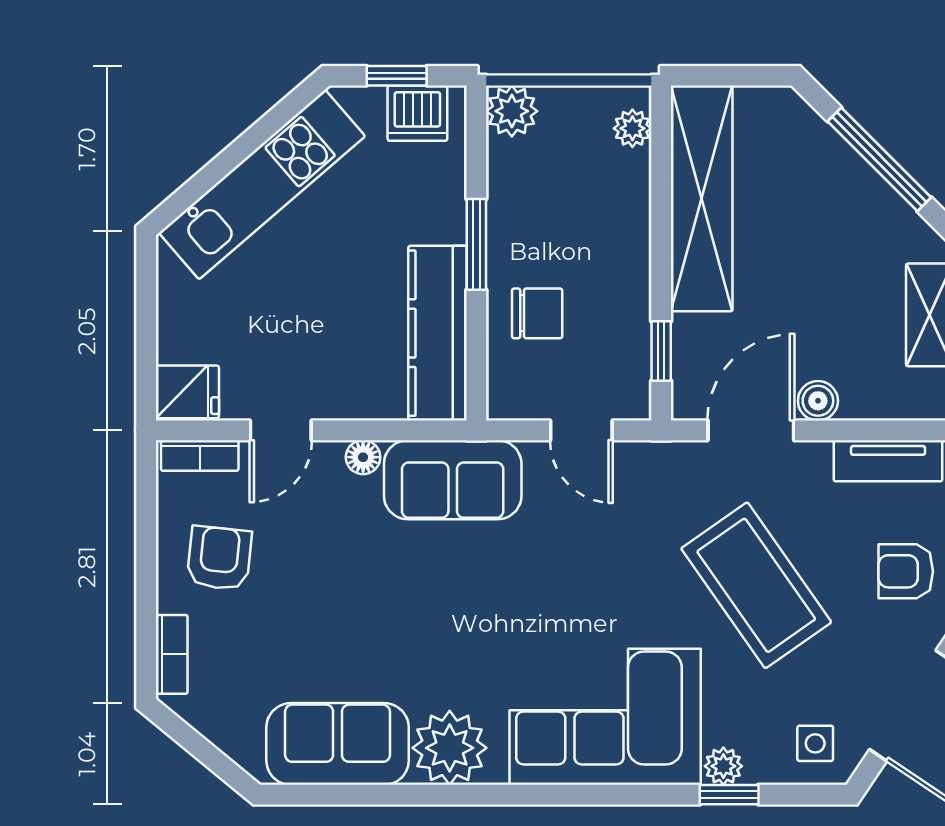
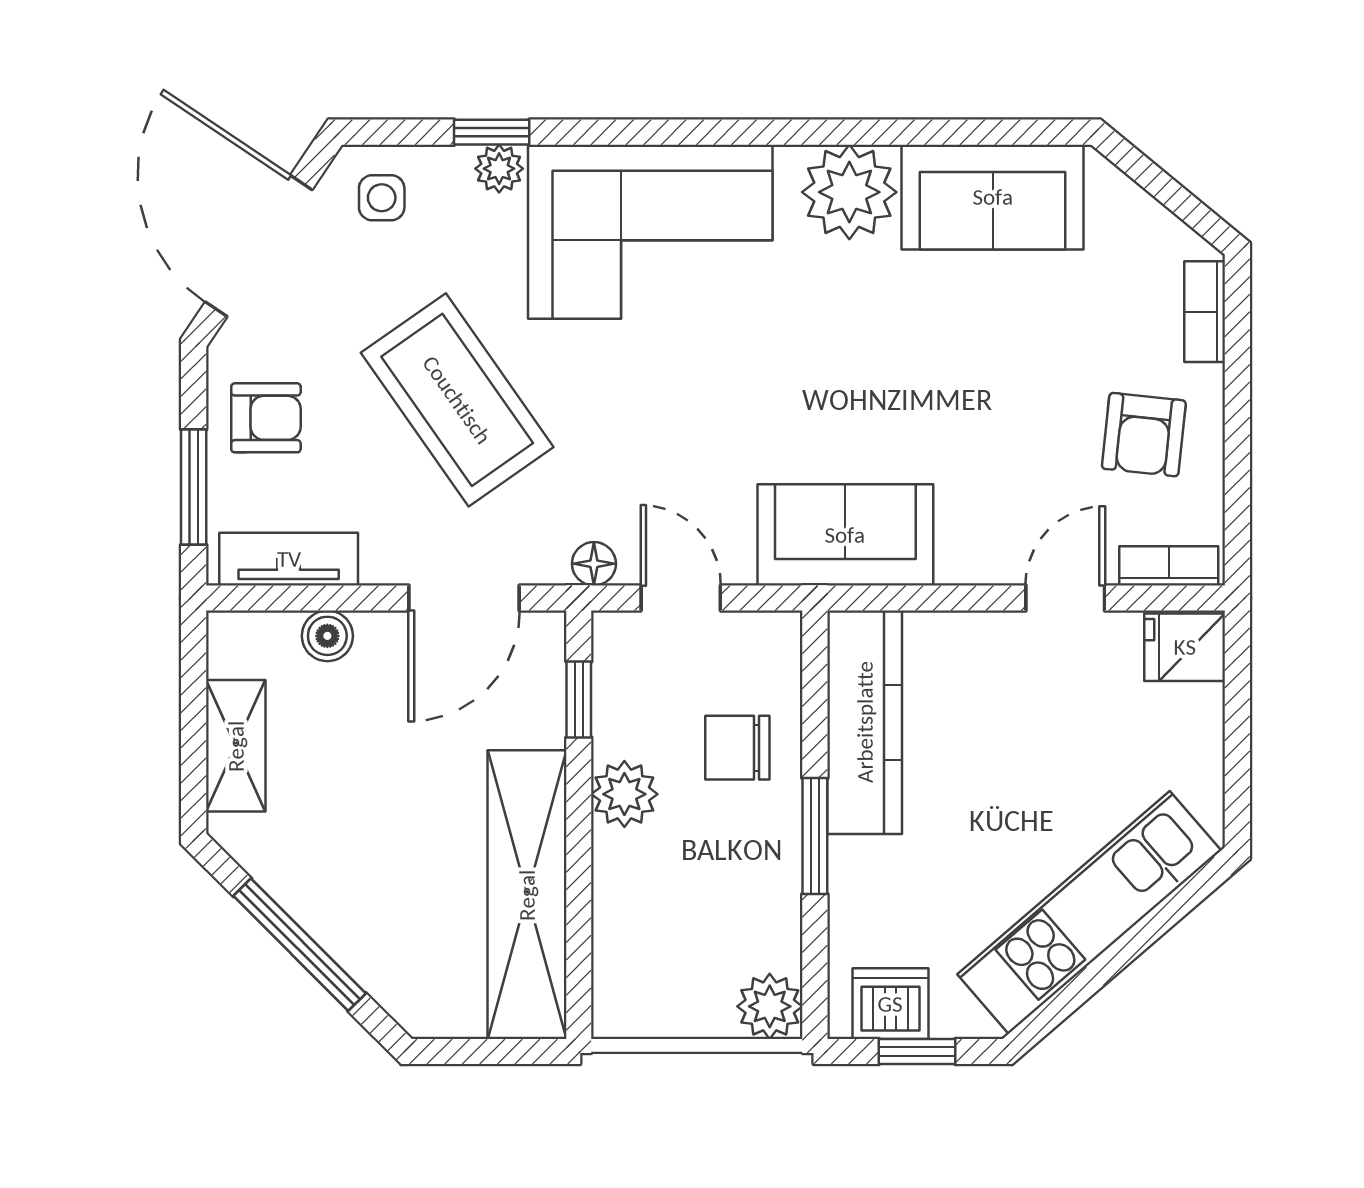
plant: (632, 128) -> (624, 794), moved, width x1.38, depth x1.38
boiler: (818, 401) -> (327, 636), moved
floor lamp: (363, 457) -> (594, 564), moved

